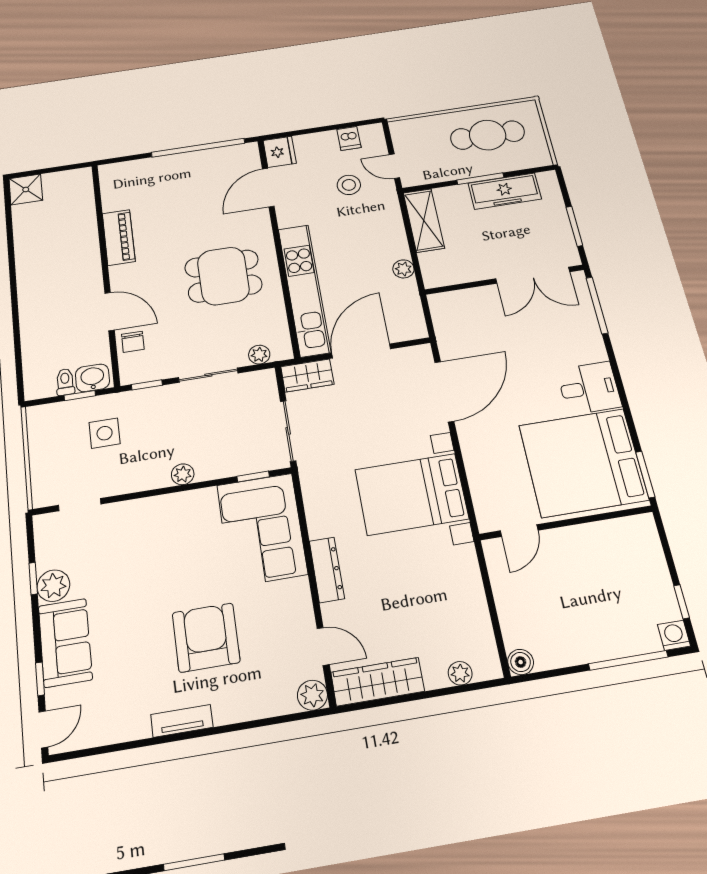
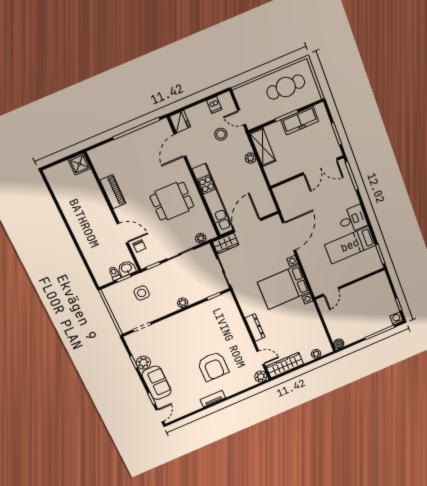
shower: (26, 190) -> (79, 164), moved
plant: (403, 269) -> (251, 158), moved
bed: (583, 463) -> (350, 245), width x0.49
corner sofa: (262, 529) -> (224, 318), removed
armchair: (206, 637) -> (213, 366), turned 180

